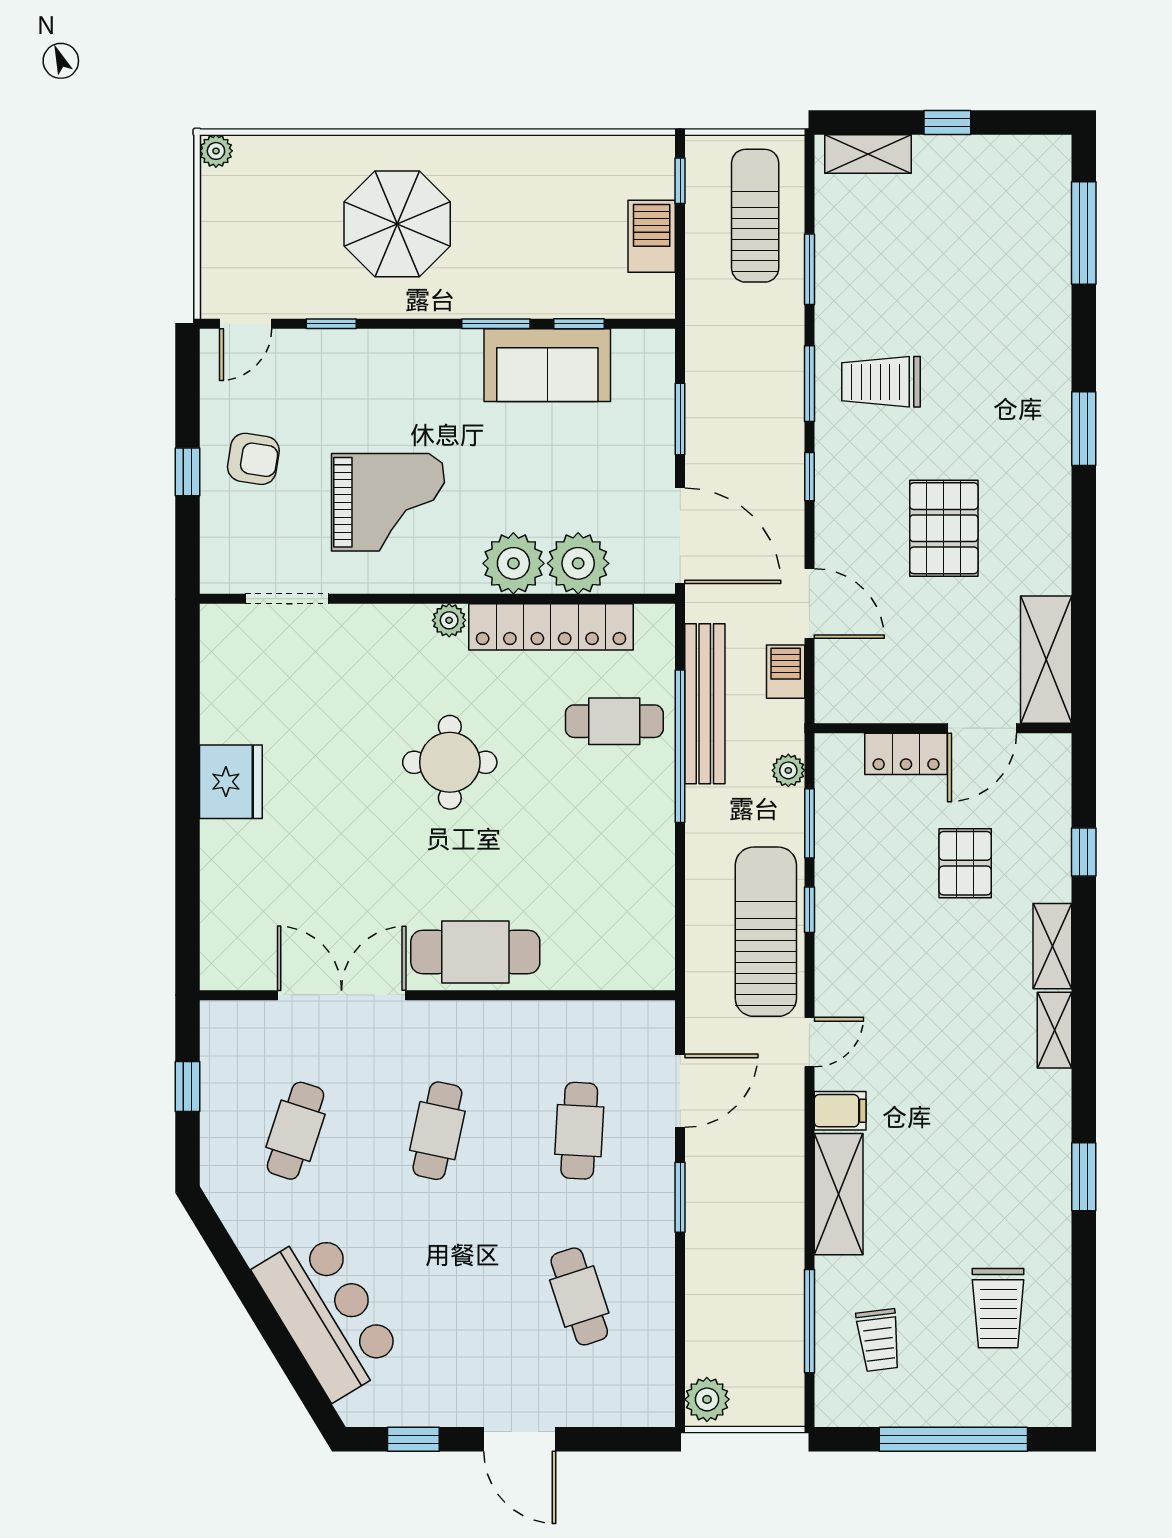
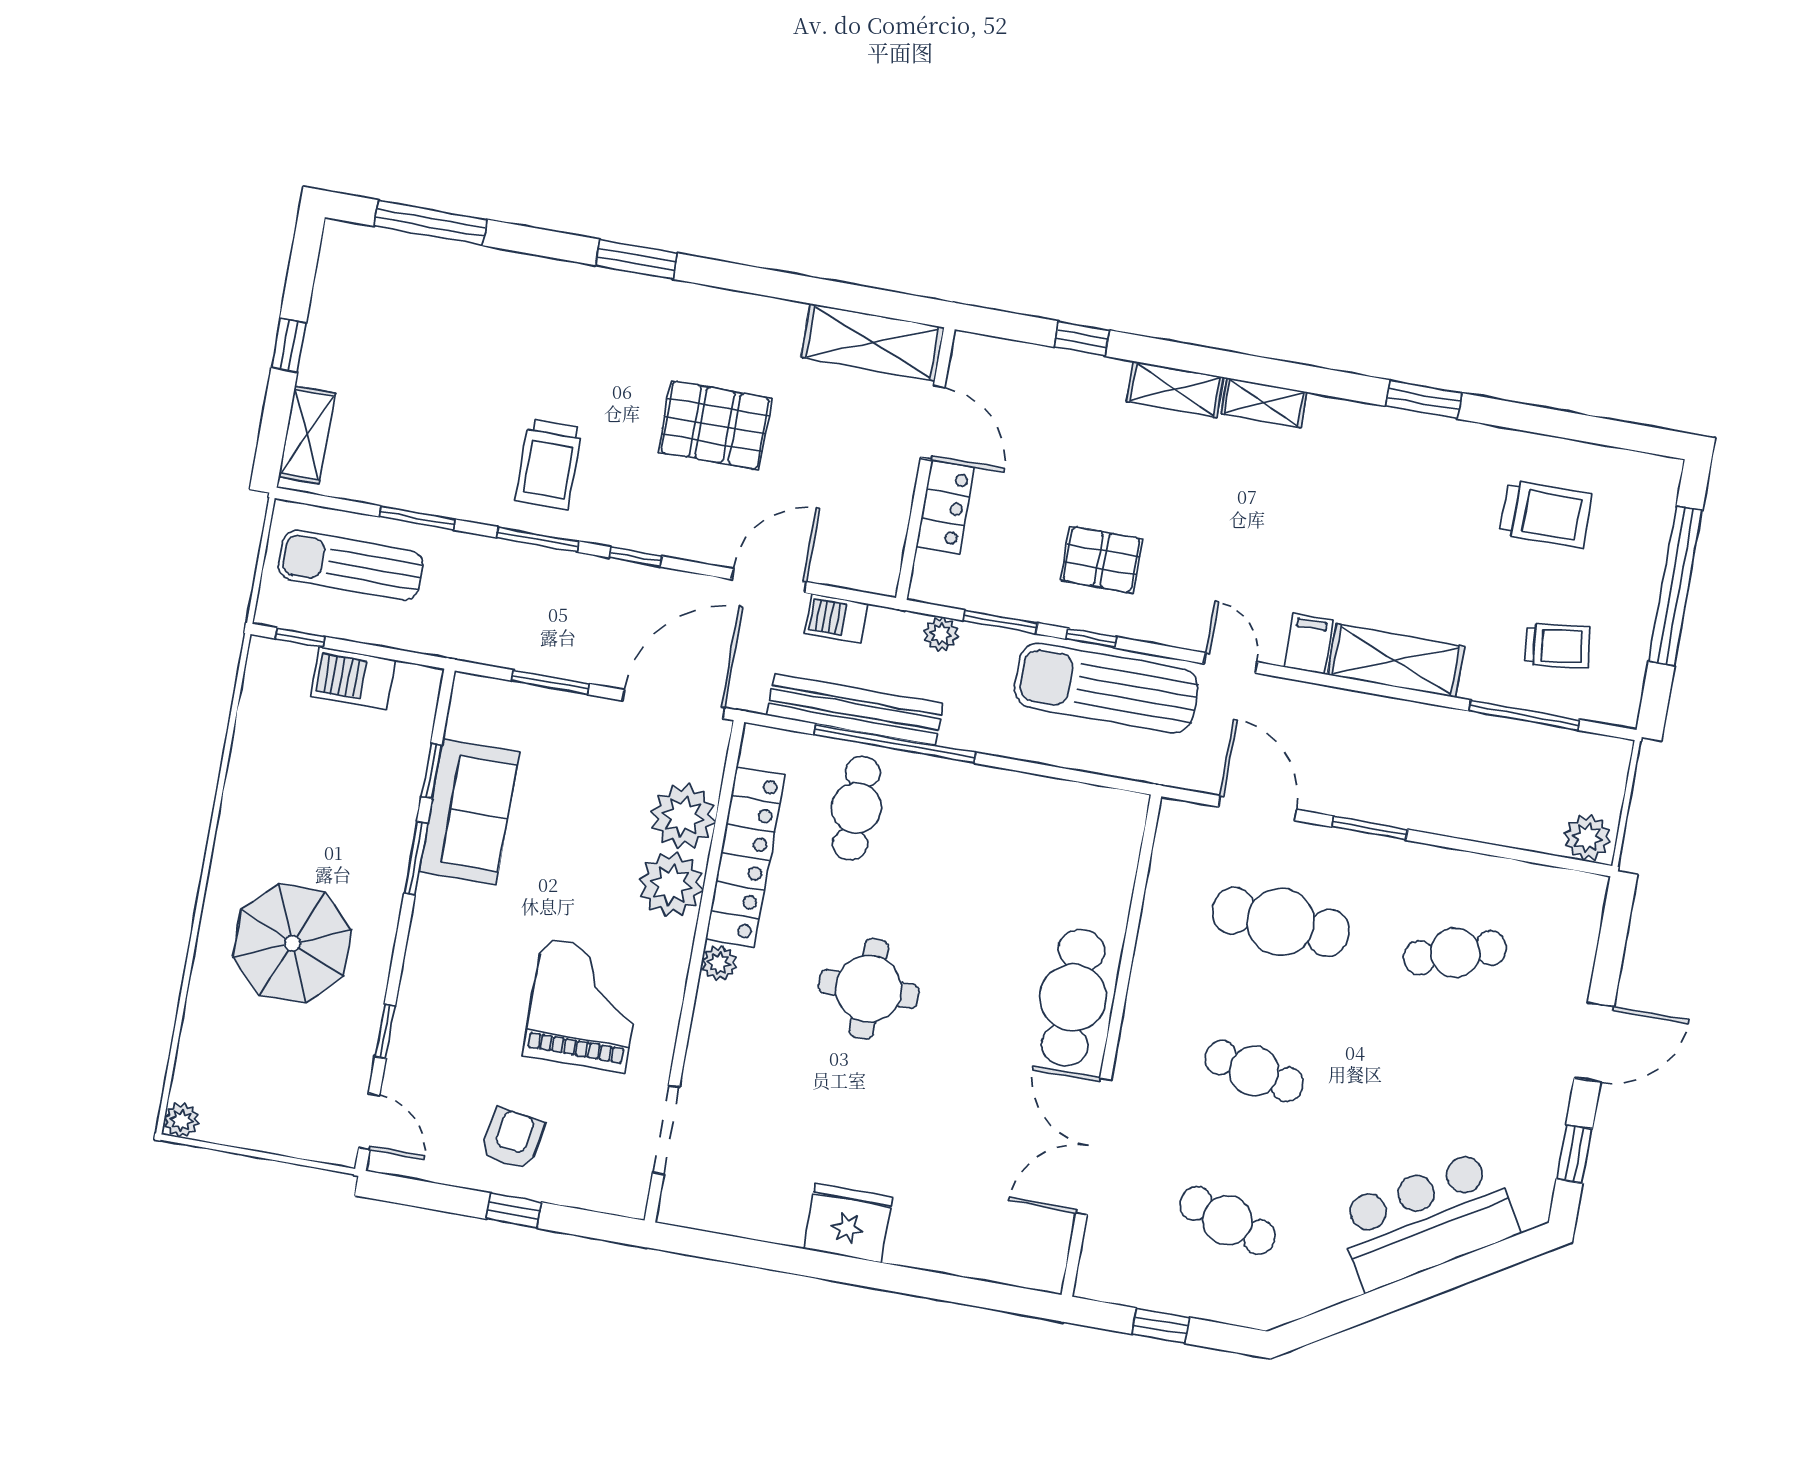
pallet: (965, 863) -> (1102, 560), moved
cafe table: (579, 1131) -> (1281, 922), width x1.37, depth x1.35

